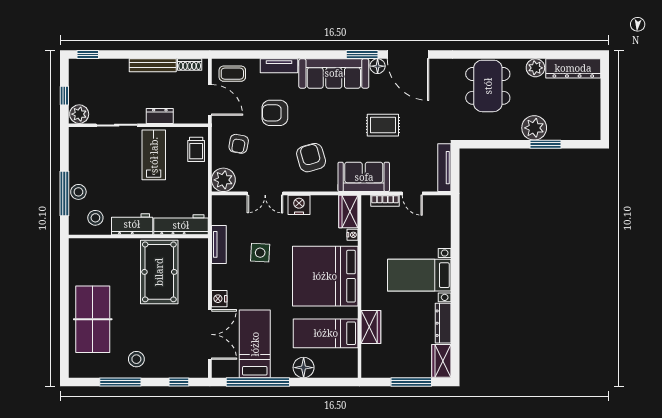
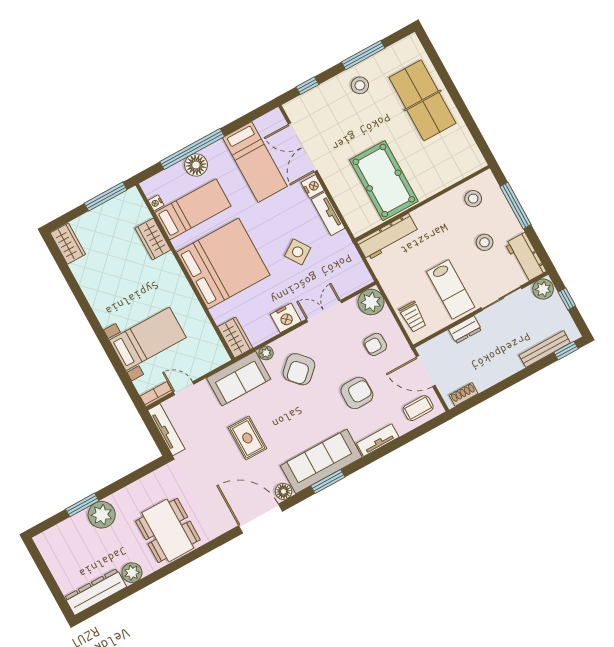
window: (362, 54) -> (328, 481), moved
bench: (153, 65) -> (545, 349), moved
rug: (383, 125) -> (247, 438), turned 90
armchair: (239, 144) -> (375, 344), turned -100
trolley: (196, 149) -> (413, 317), turned 180
armchair: (311, 158) -> (299, 369), turned 63
plant: (330, 185) -> (266, 353), added
stool: (78, 192) -> (485, 242), moved
bookcase: (385, 201) -> (156, 394), moved
workbench: (132, 224) -> (526, 257), moved, turned 90
nightstand: (353, 235) -> (156, 203), moved
tv unit: (219, 244) -> (328, 214), moved
side table: (260, 253) -> (298, 252), turned -37
bed with nightstands: (419, 275) -> (148, 339), moved
dresser: (443, 323) -> (86, 281), removed
window: (258, 382) -> (192, 149), moved
window: (411, 382) -> (106, 197), moved

